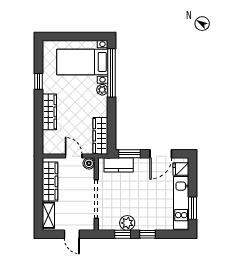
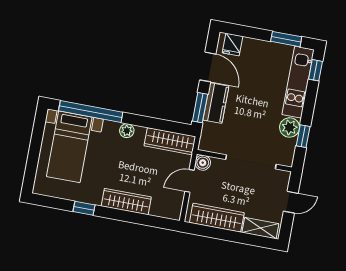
plant: (102, 90) -> (127, 131), moved
kitchen counter: (119, 165) -> (216, 103), moved
kitchen unit: (181, 203) -> (298, 82), moved, turned 90
window: (147, 234) -> (315, 70), moved

